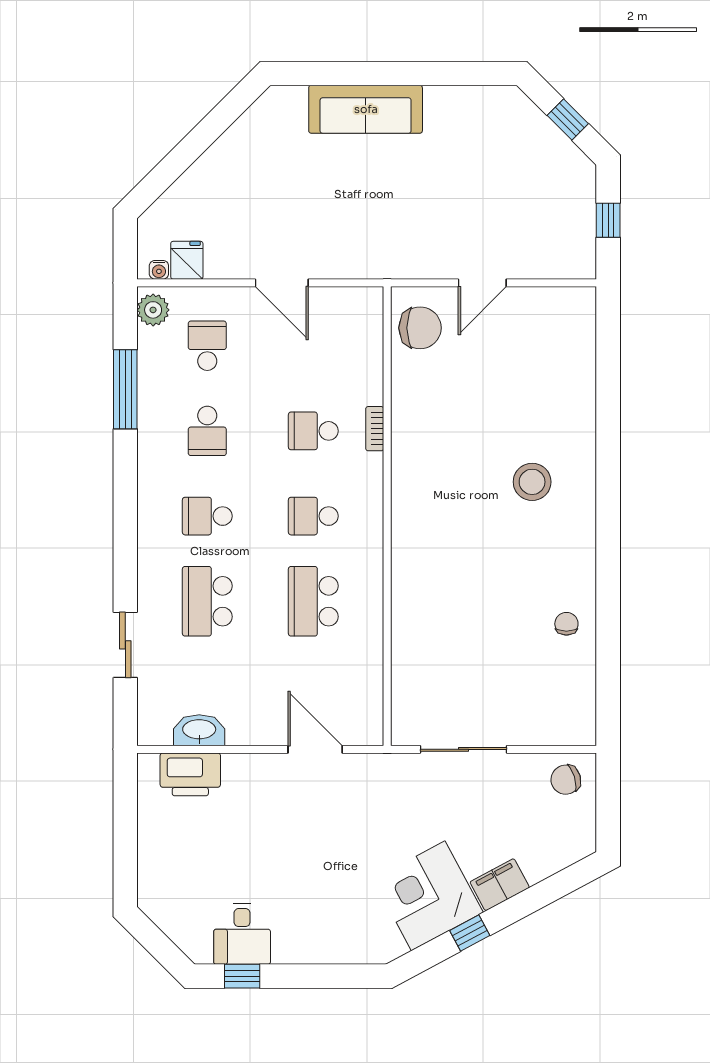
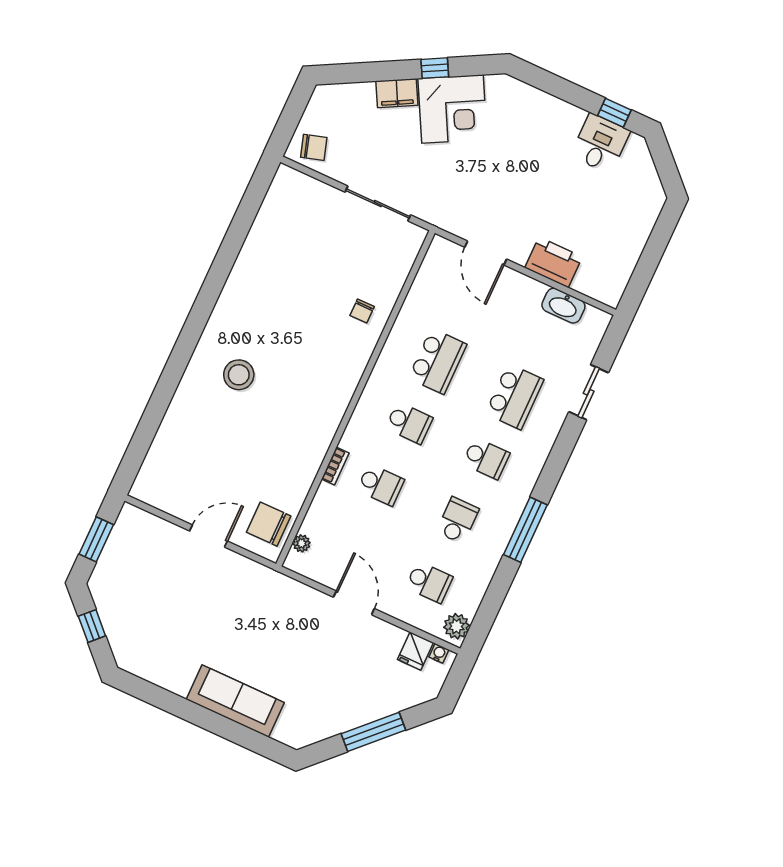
window: (192, 146) -> (373, 732), added
window: (608, 220) -> (96, 539), width x1.50
plant: (373, 323) -> (302, 543), added
school desk: (207, 346) -> (429, 582), turned -90
window: (125, 389) -> (525, 530), moved
chair: (566, 624) -> (362, 311), moved
printer: (190, 774) -> (554, 262), moved

